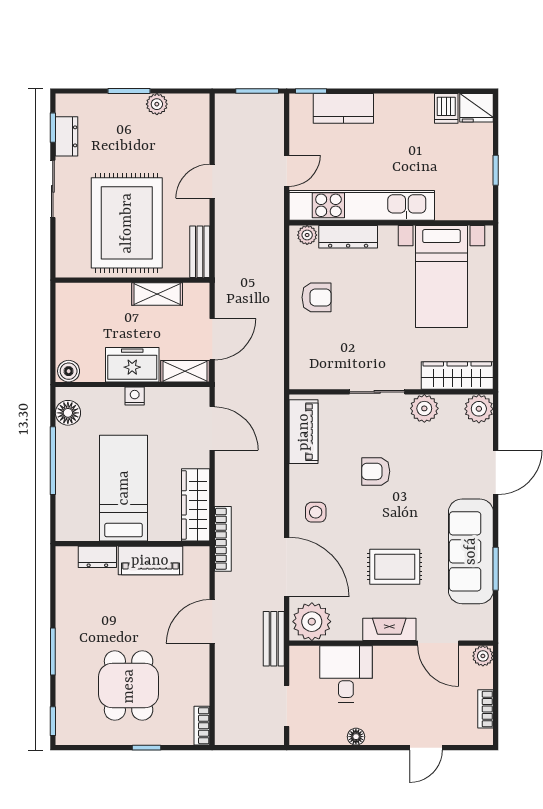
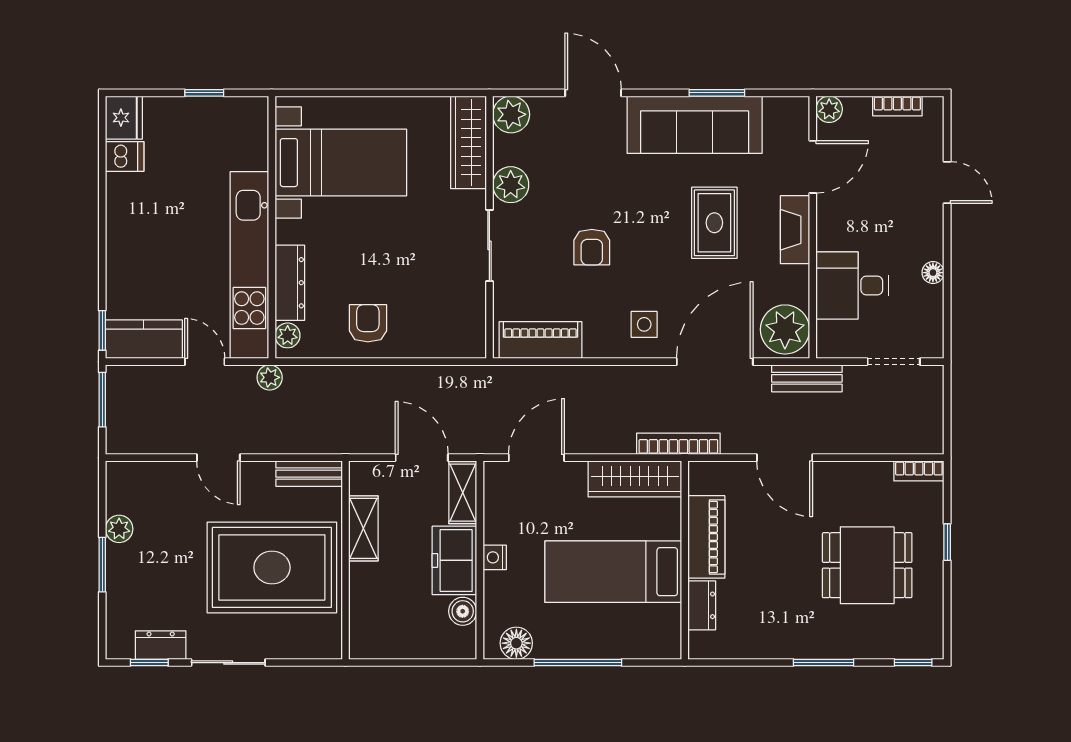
kitchen counter: (343, 108) -> (144, 339), moved, turned -90
plant: (274, 221) -> (270, 377), added
boiler: (69, 371) -> (463, 611), moved

